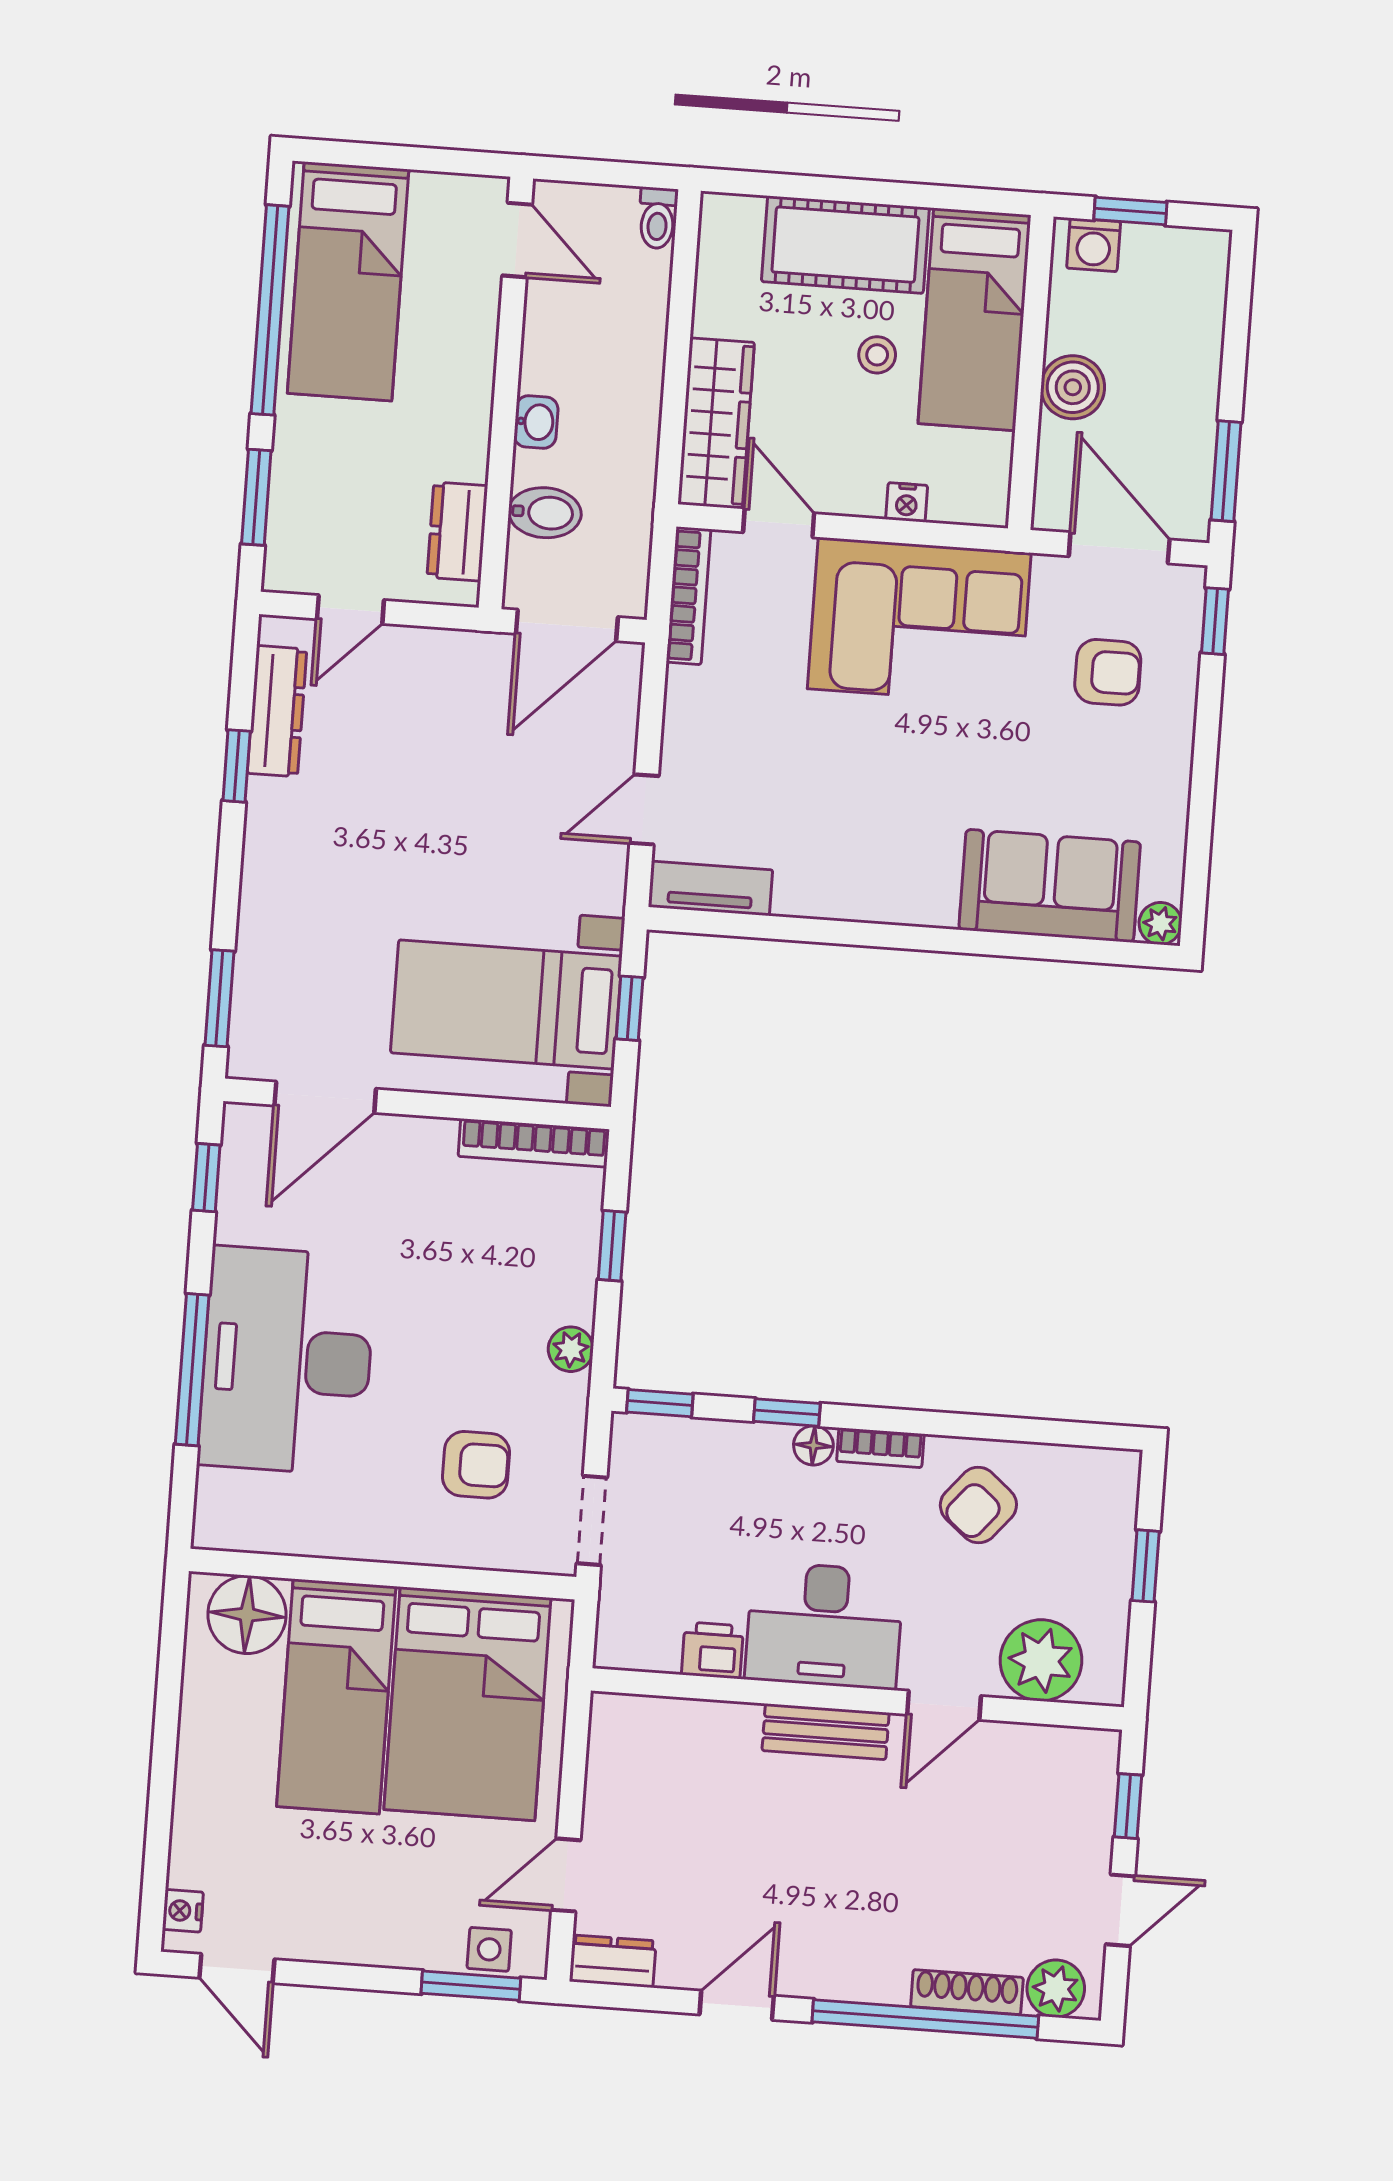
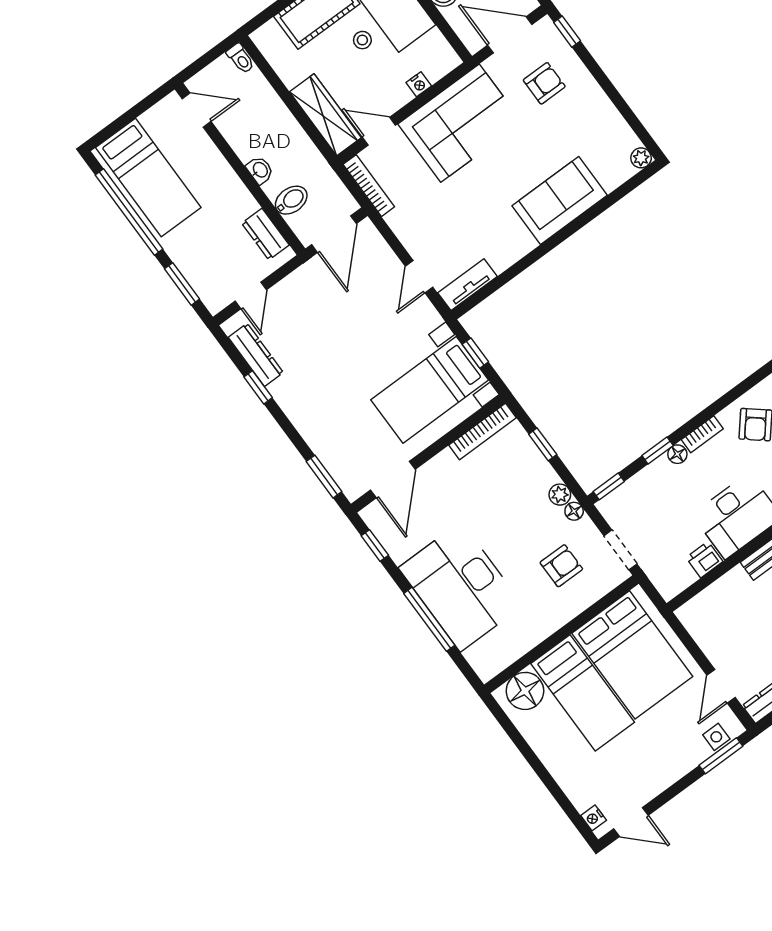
sofa: (1050, 886) -> (560, 201), moved
floor lamp: (571, 1395) -> (574, 511), added

